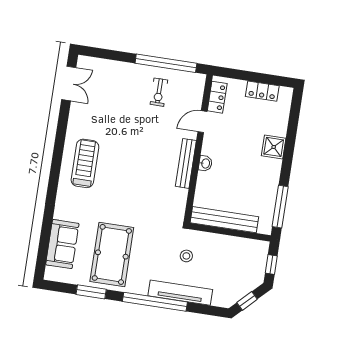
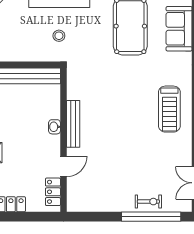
window: (166, 63) -> (151, 217), moved
exercise bike: (159, 92) -> (148, 202), moved, turned 90

